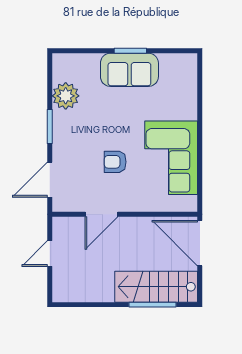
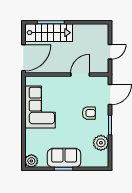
plant: (186, 64) -> (31, 161), added
armchair: (115, 162) -> (89, 113), moved
door: (200, 243) -> (23, 58), hinge flipped

